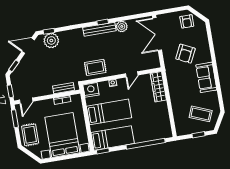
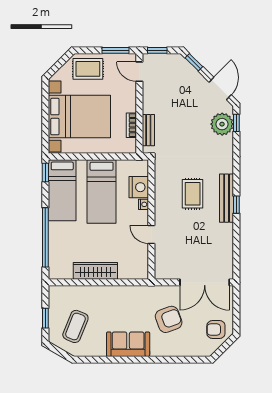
plant: (122, 26) -> (225, 232), removed
double door: (157, 34) -> (205, 282), swing flipped
armchair: (185, 54) -> (169, 319), turned 134
rug: (95, 67) -> (193, 194), moved
wardrobe: (158, 87) -> (95, 271), moved
nightstand: (91, 90) -> (139, 187), moved

